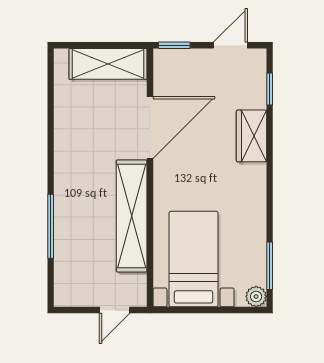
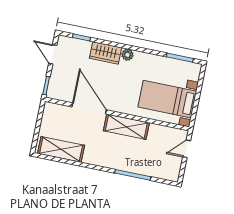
shelving: (108, 64) -> (61, 149), moved, turned 90
shelving: (132, 216) -> (126, 127), width x0.68
plant: (256, 296) -> (127, 55), moved
door: (115, 310) -> (187, 149), swing flipped

